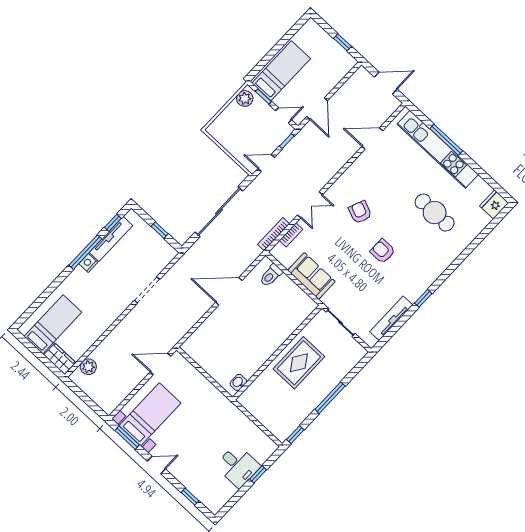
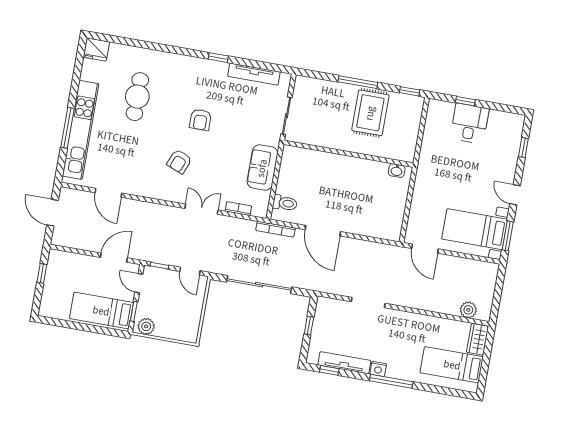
bookcase: (274, 234) -> (275, 229), moved
window: (85, 252) -> (391, 381), moved
rug: (299, 363) -> (370, 113), moved, turned 90

